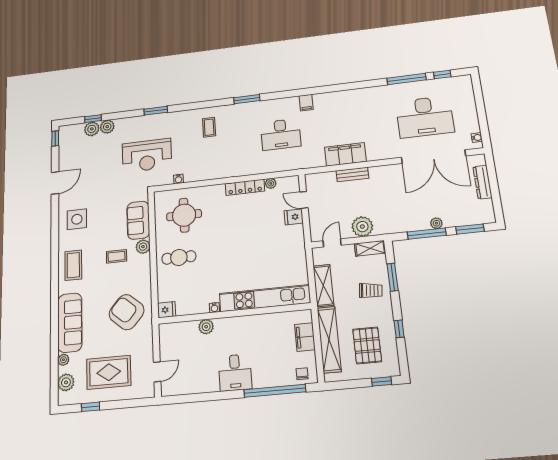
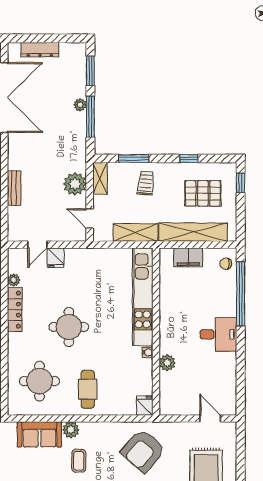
round table: (233, 235) -> (69, 327), added

